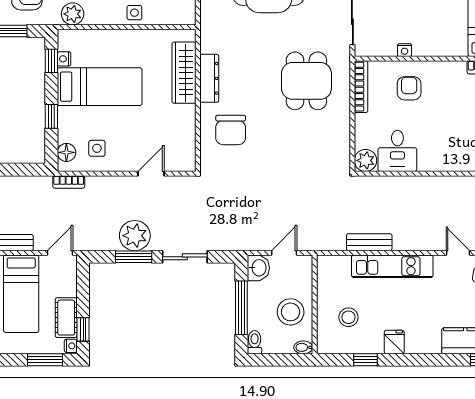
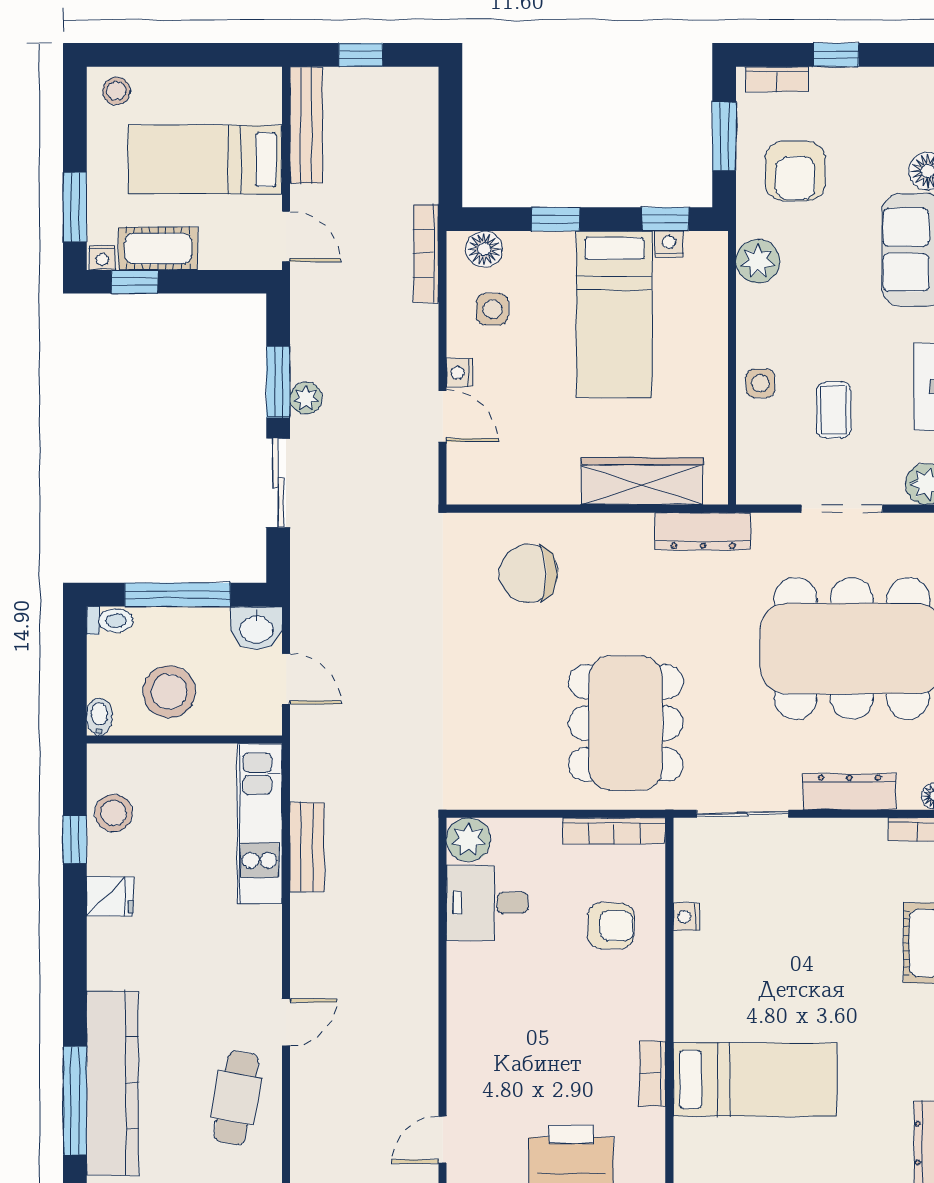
dresser: (209, 78) -> (703, 531), moved
dining table: (306, 81) -> (626, 723), width x1.38
nightstand: (129, 165) -> (460, 373), added
bookcase: (69, 182) -> (426, 254), width x1.56
plant: (135, 236) -> (306, 398), width x0.53, depth x0.53
kitchen unit: (392, 266) -> (260, 823), moved
stool: (348, 317) -> (114, 813), moved

